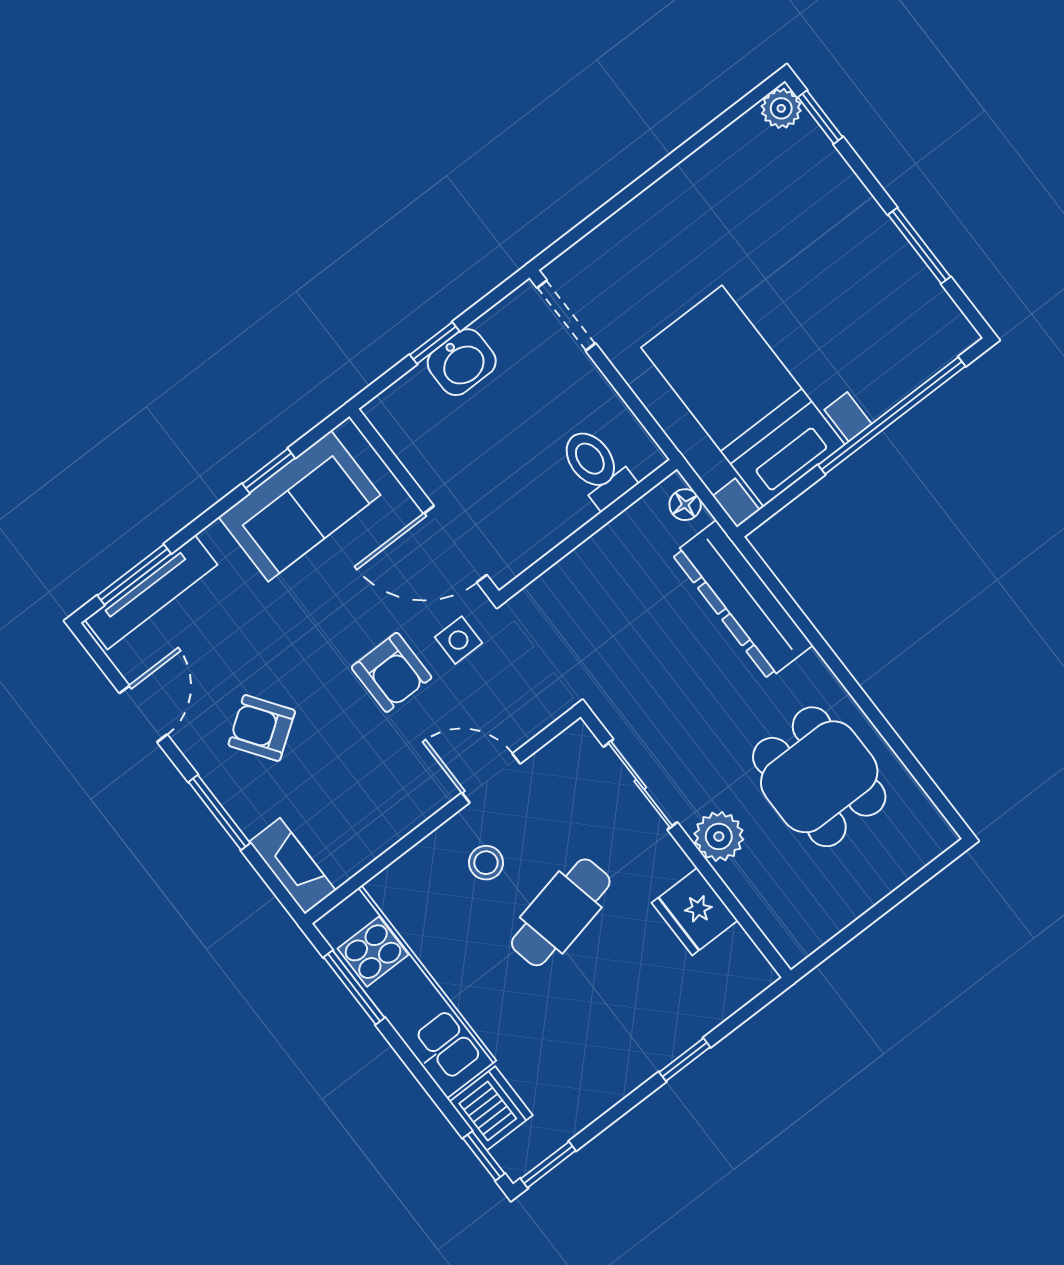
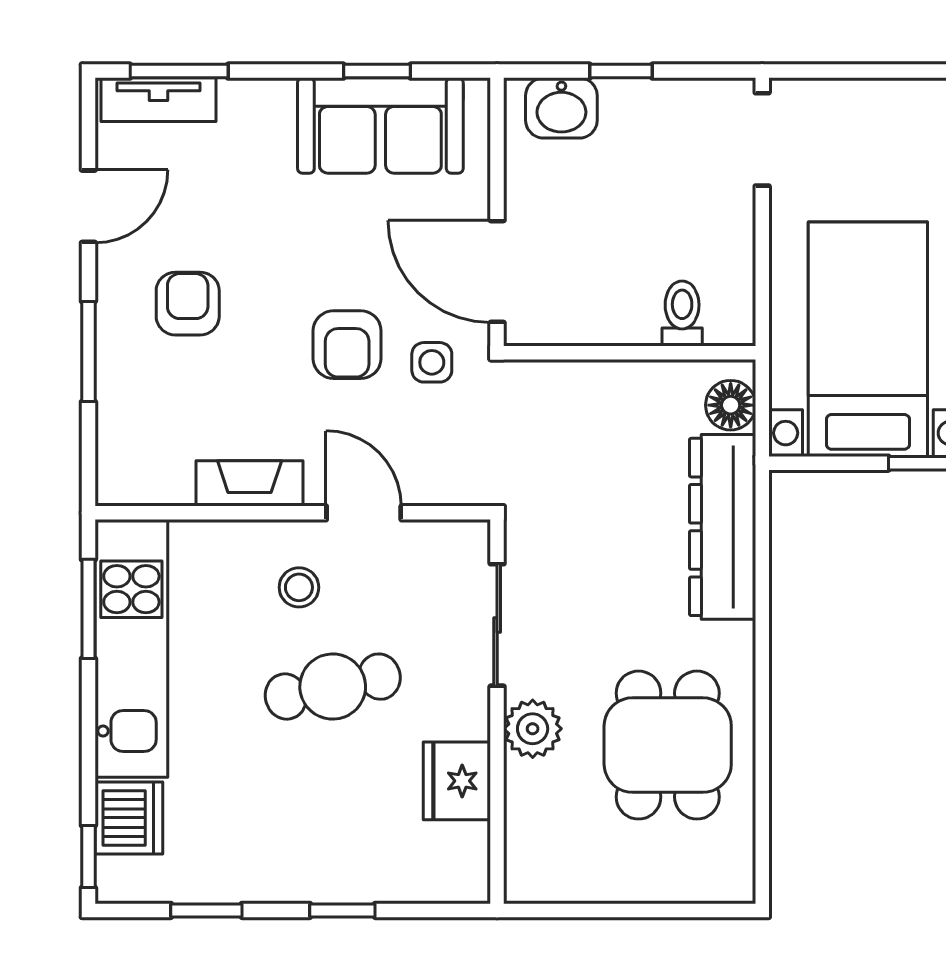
washbasin: (462, 362) -> (561, 108), moved
toilet: (596, 467) -> (682, 313), width x0.73, depth x0.72
floor lamp: (685, 505) -> (731, 405), width x1.37, depth x1.37
tv unit: (151, 592) -> (158, 100), width x0.71
armchair: (262, 728) -> (188, 304), turned 35
fireplace: (292, 866) -> (250, 483), moved, turned -90
window: (548, 1165) -> (206, 910), moved

